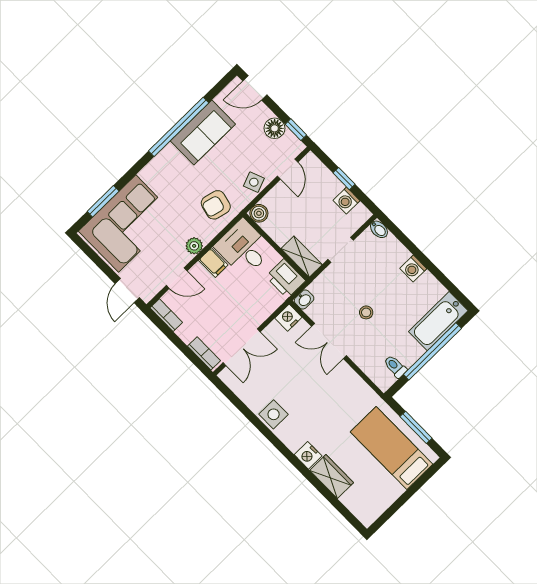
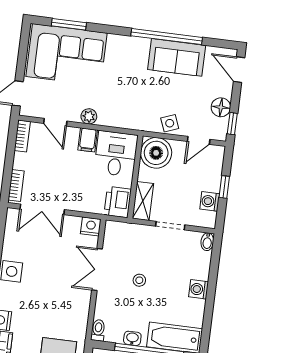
armchair: (216, 205) -> (131, 109), removed
boiler: (259, 213) -> (156, 153), width x1.86, depth x1.86
washbasin: (304, 299) -> (132, 338), moved, turned 180
toilet: (395, 366) -> (98, 330), moved

